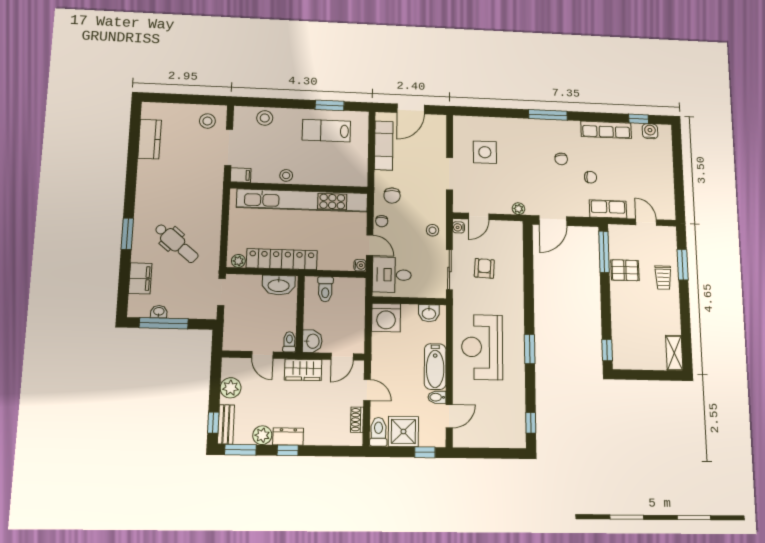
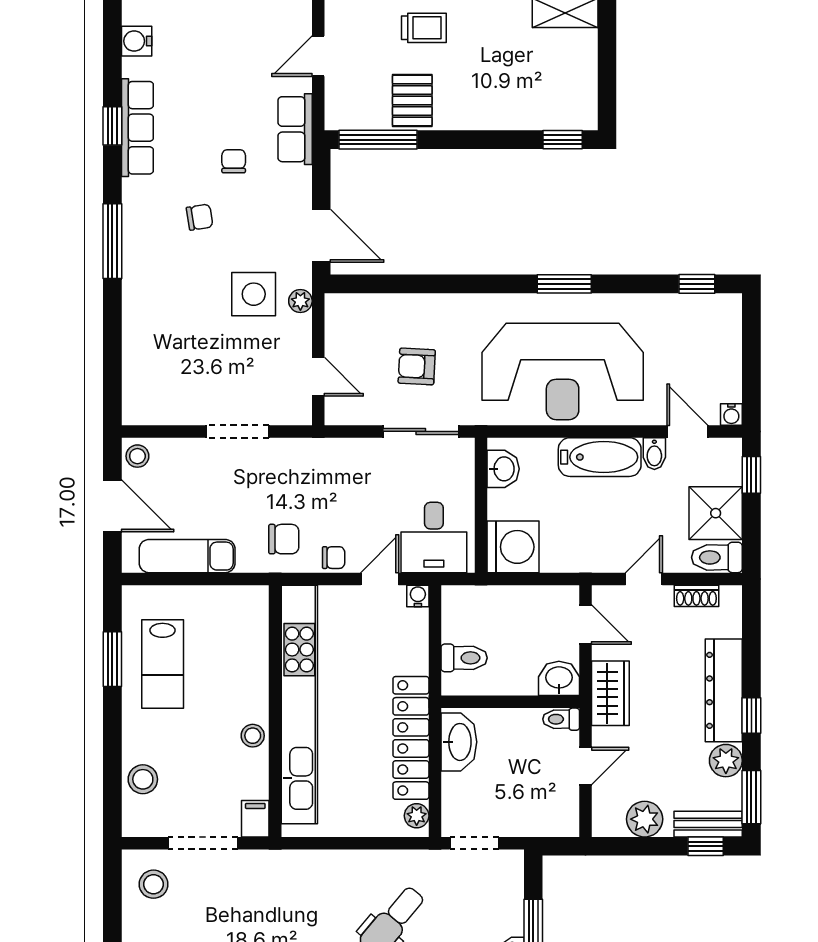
window: (639, 119) -> (112, 126), moved
side table: (485, 152) -> (254, 294), moved
water cooler: (459, 227) -> (731, 415), moved
stool: (433, 230) -> (137, 456), moved
reception desk: (482, 347) -> (563, 371), width x1.36, depth x1.30
dresser: (288, 436) -> (724, 690), width x1.96, depth x1.24

